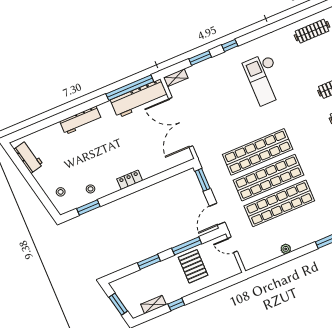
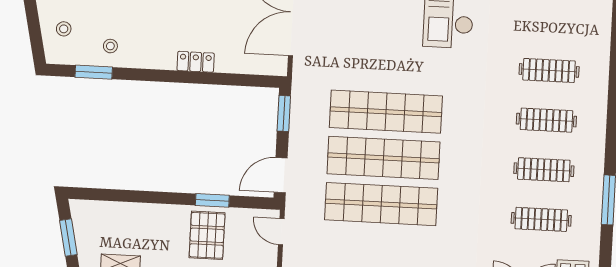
locker: (130, 180) -> (196, 62), moved
window: (187, 246) -> (212, 200), width x0.69
window: (149, 262) -> (144, 197), removed

